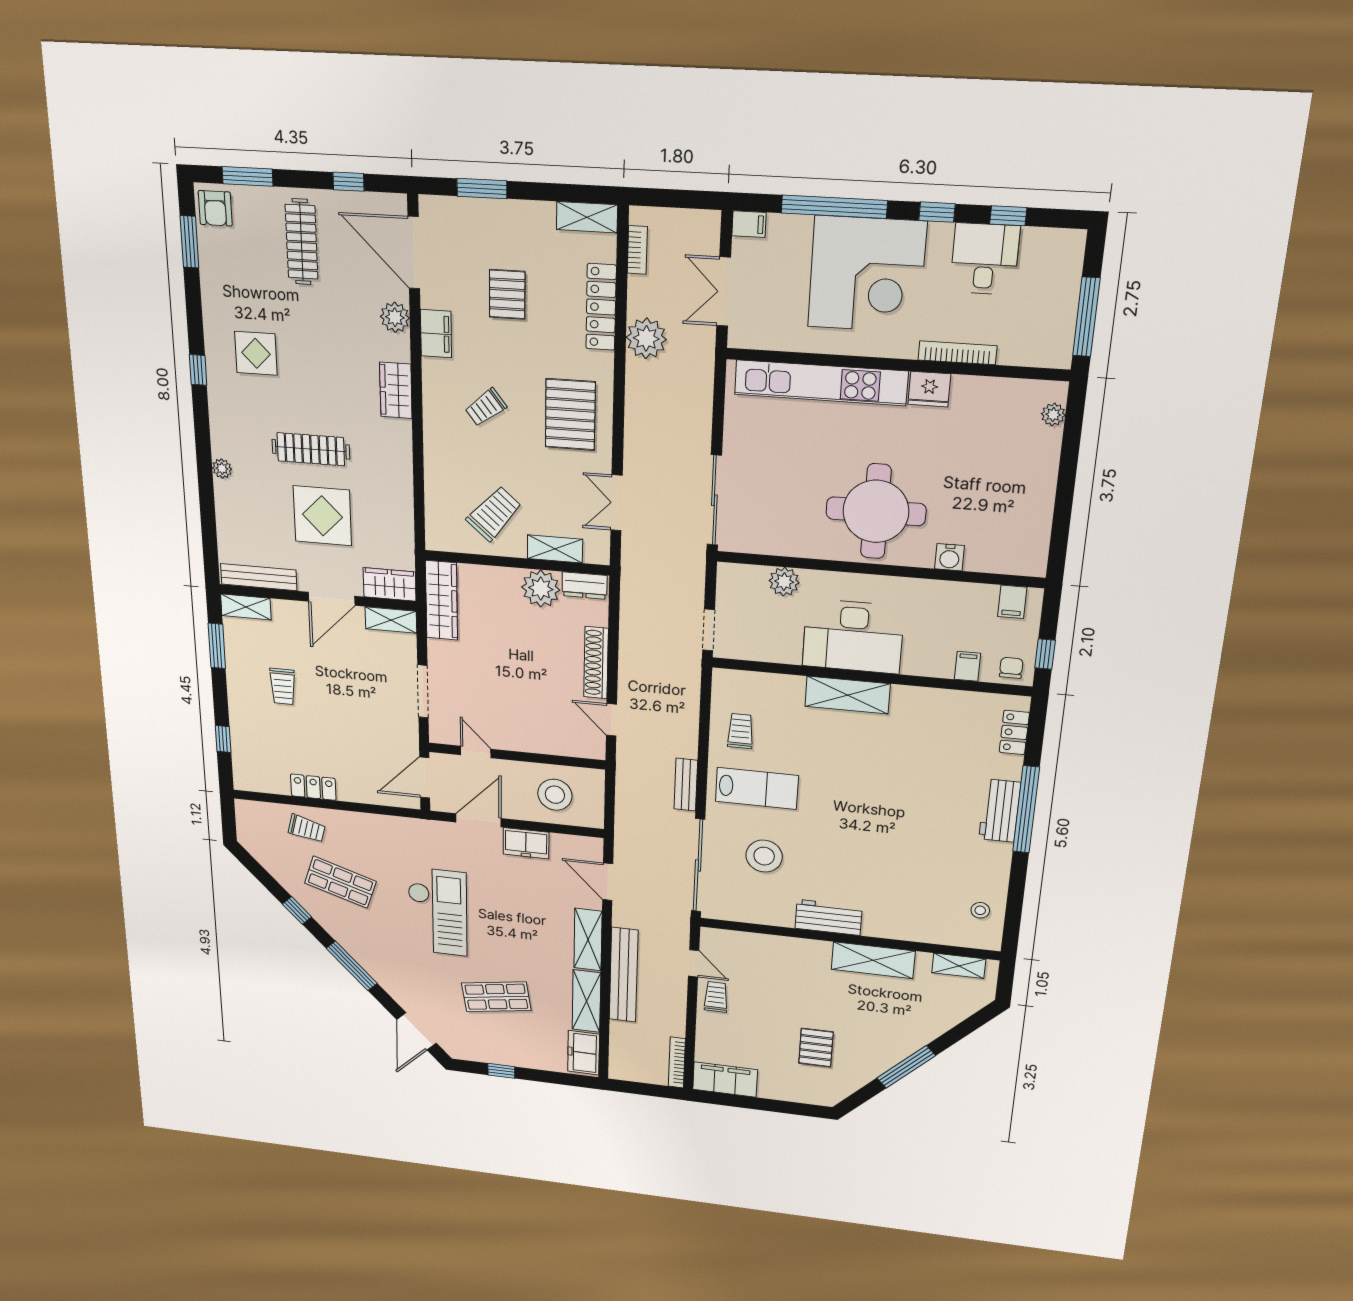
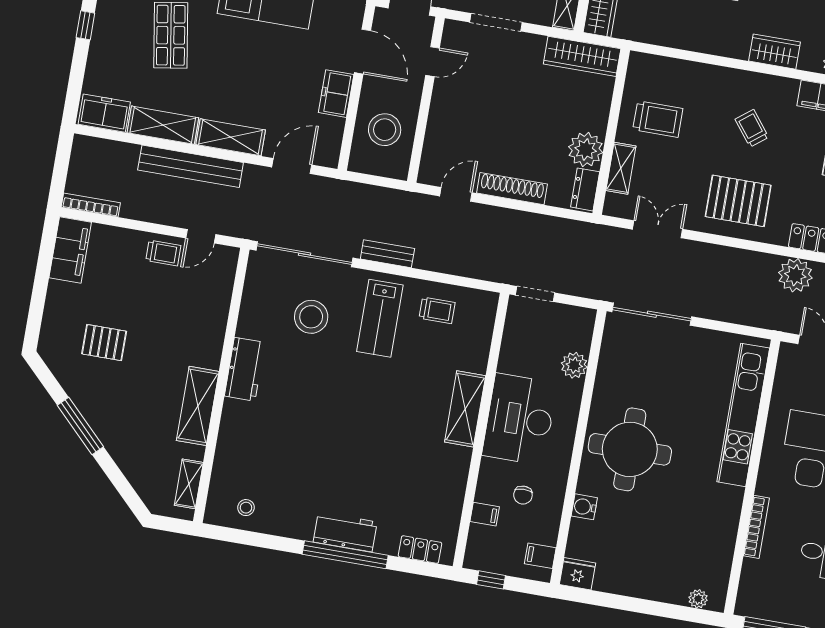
fridge: (929, 389) -> (578, 574), moved, turned 90
trolley: (494, 513) -> (658, 119), turned -41
chair: (1011, 668) -> (523, 495), moved, turned 90

